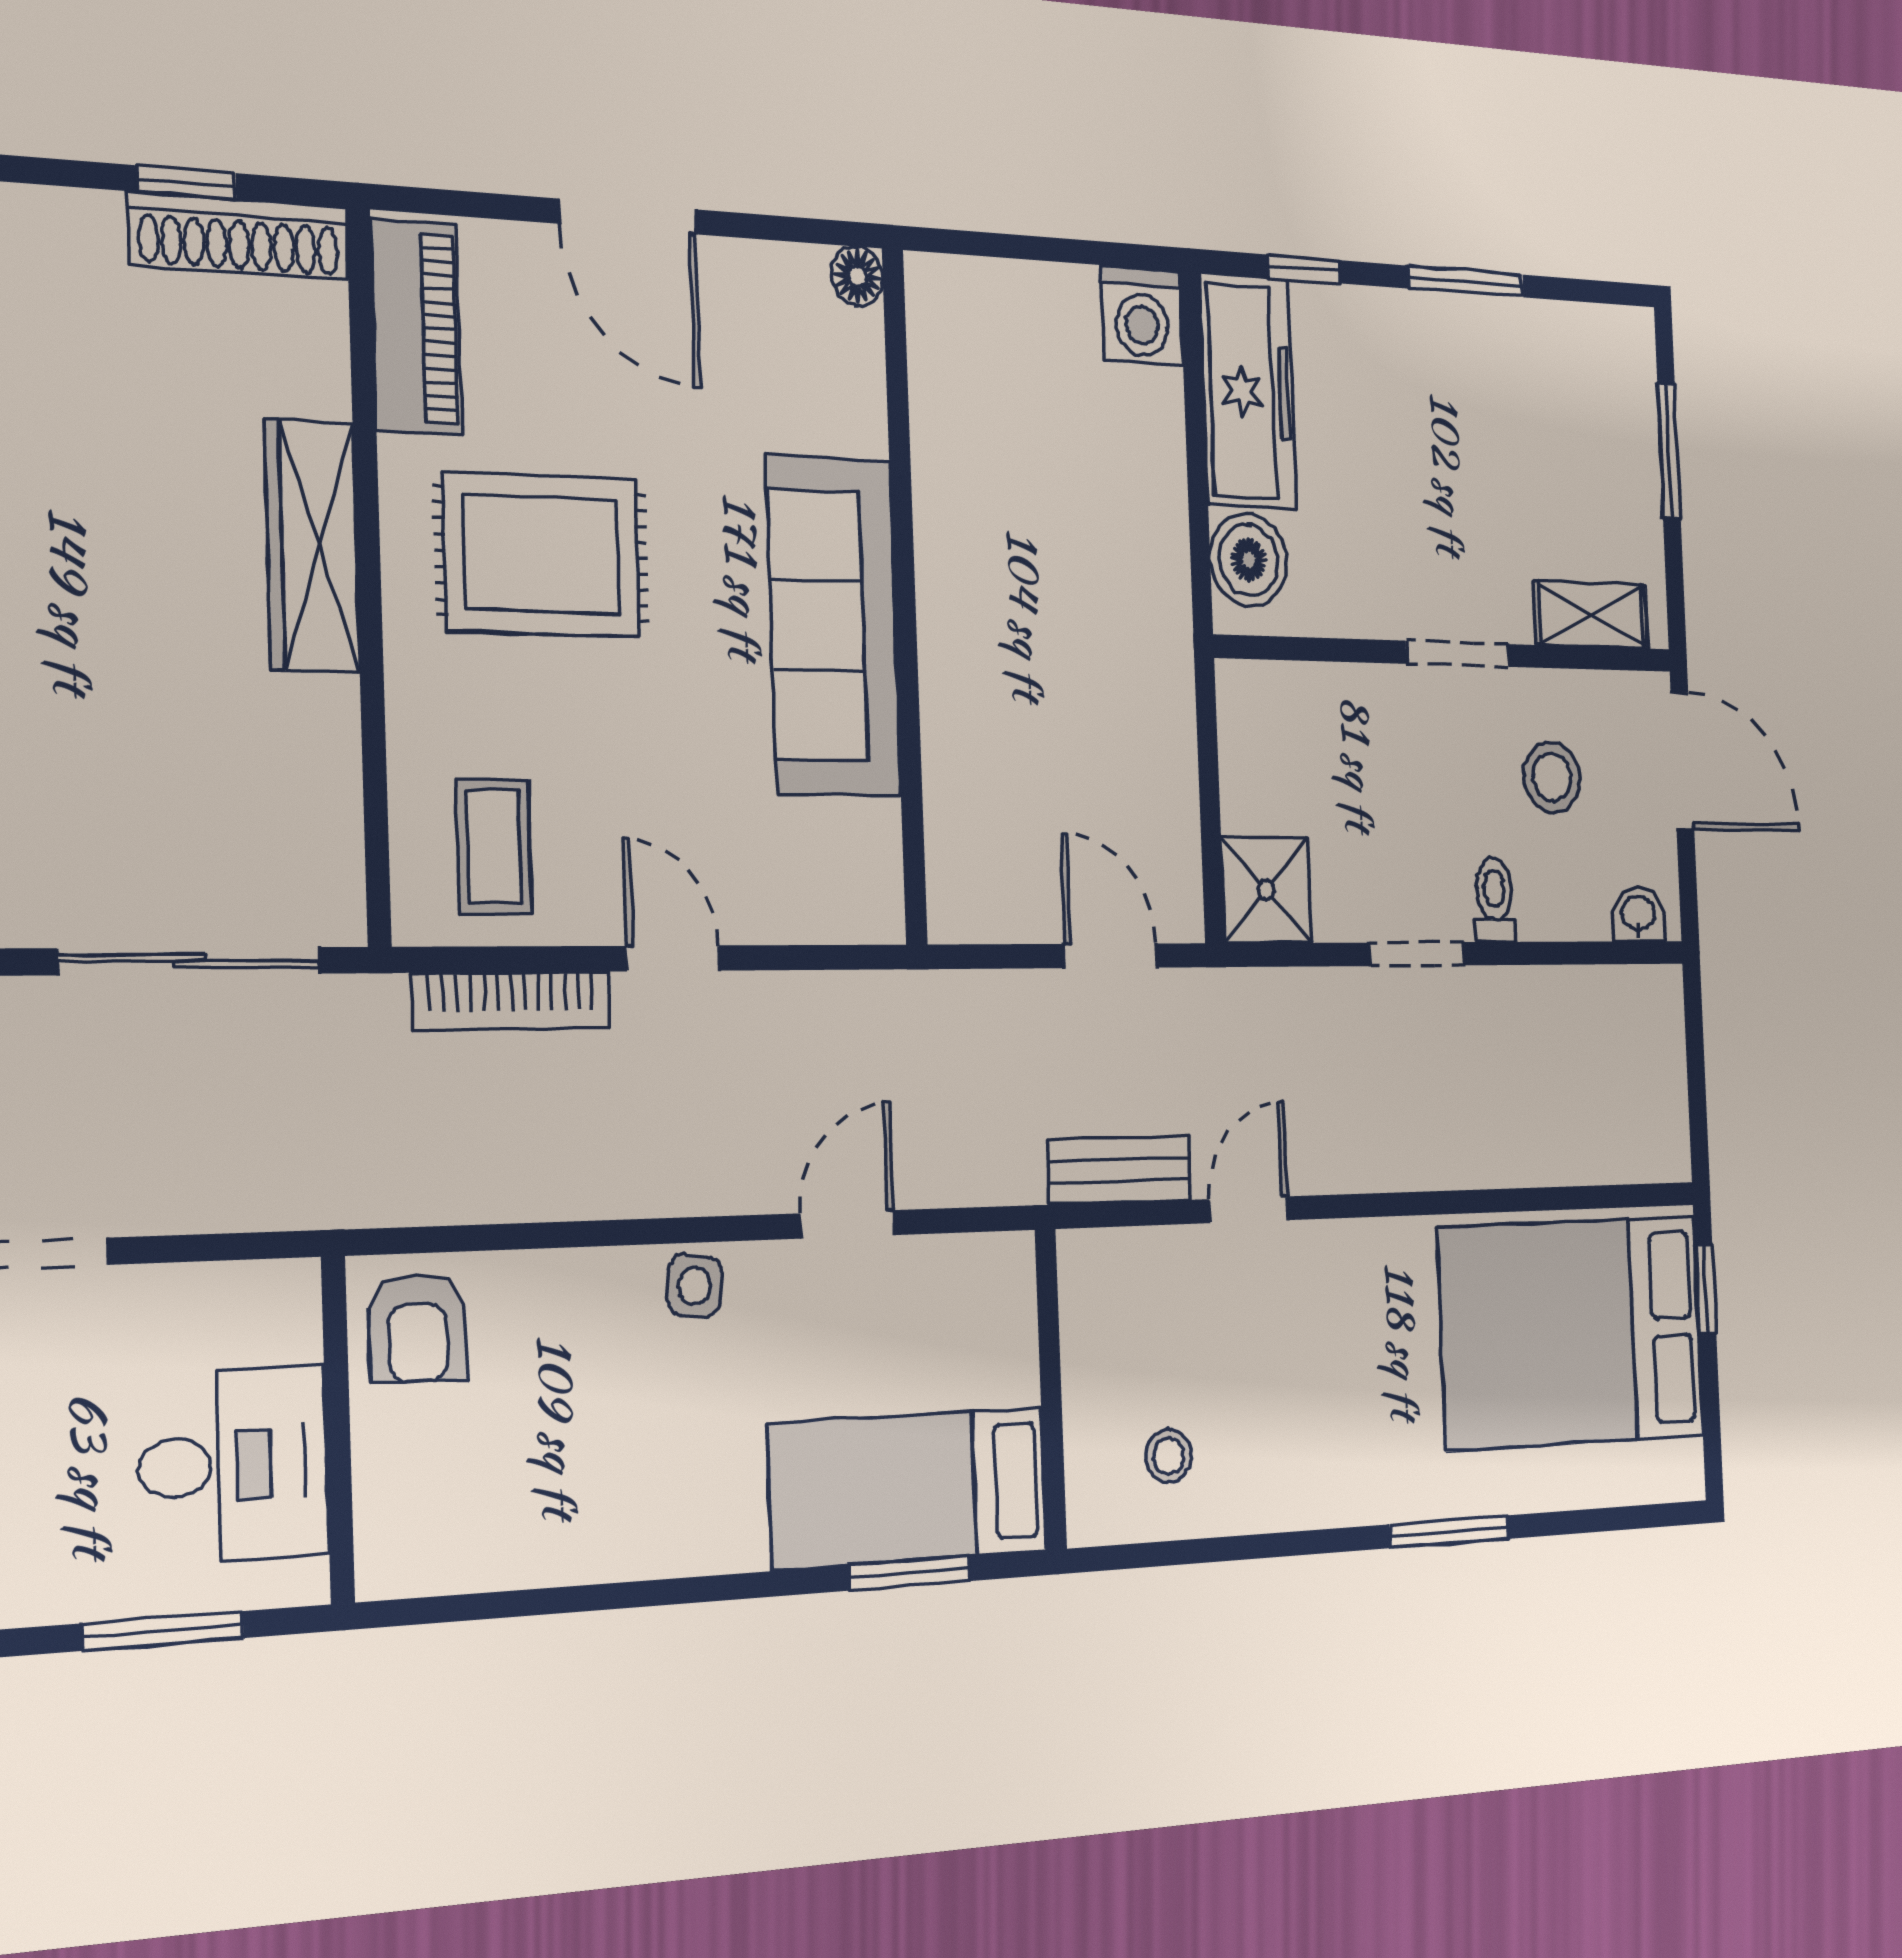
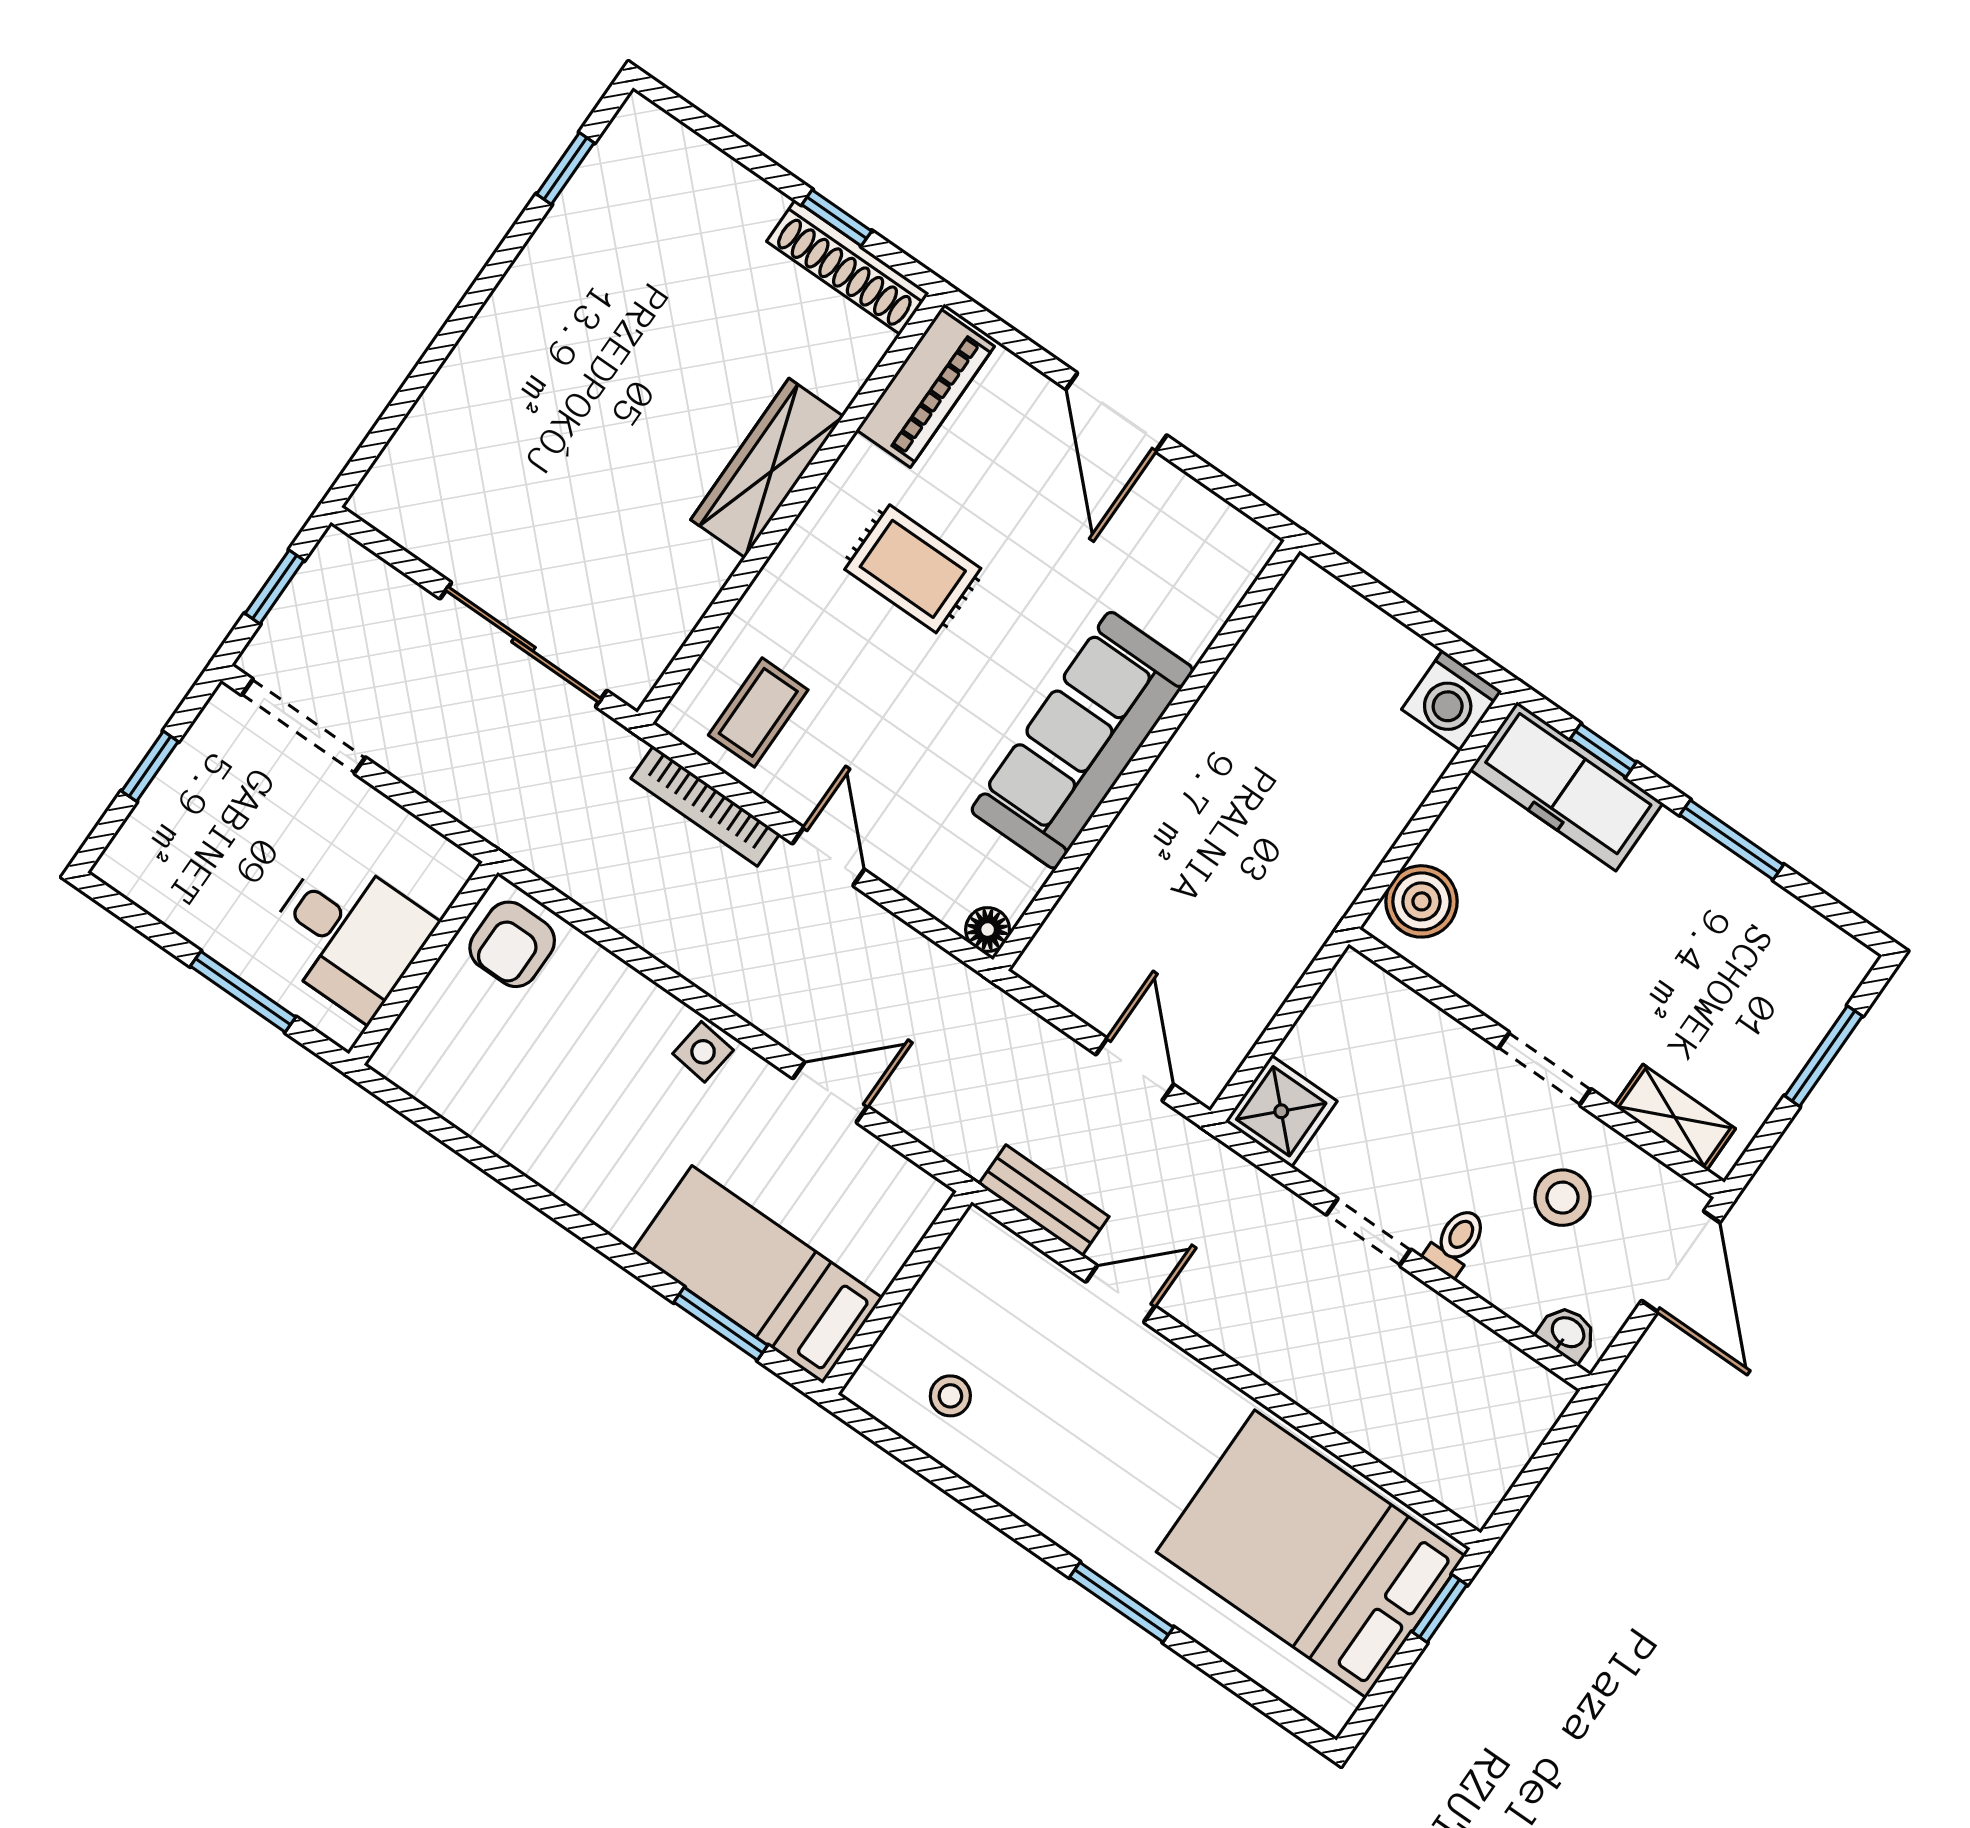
floor lamp: (857, 276) -> (988, 930), moved
freezer: (1248, 391) -> (1566, 786), moved, turned 90
rug: (542, 554) -> (913, 569), width x0.73, depth x0.70

